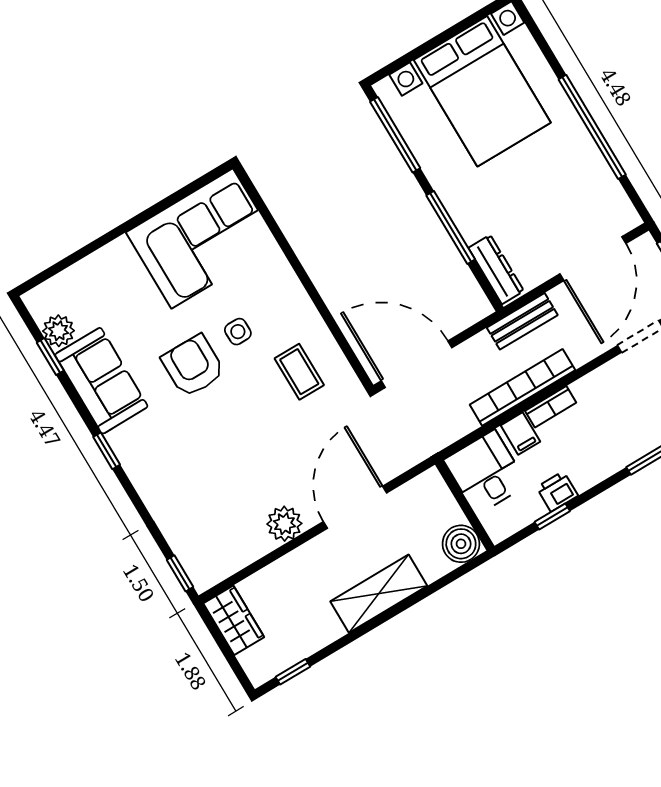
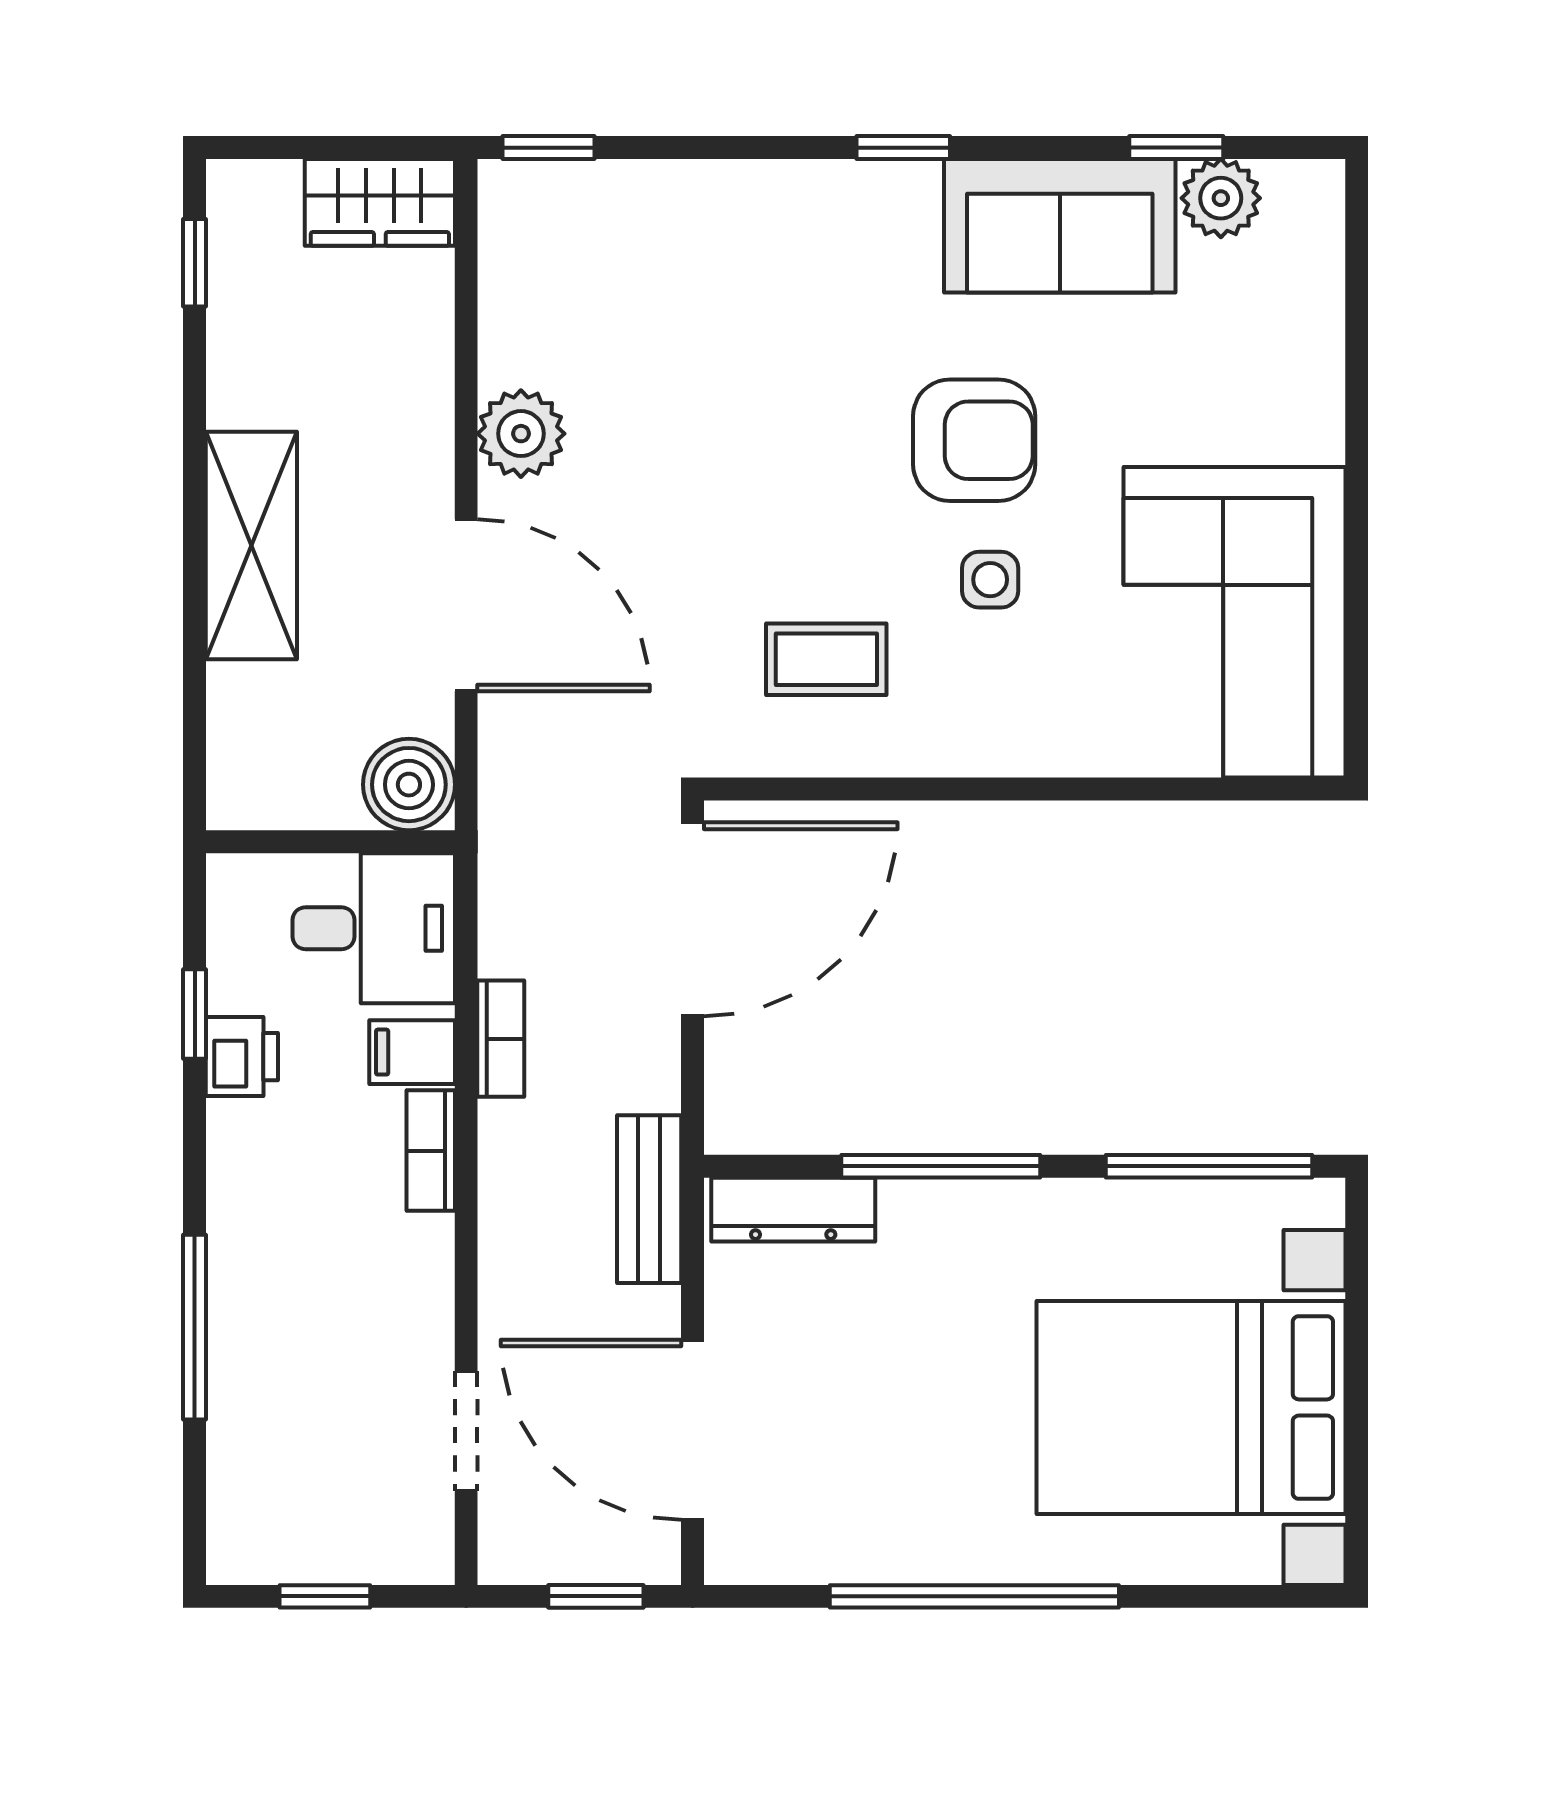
bookcase: (522, 387) -> (501, 1039), width x0.43, depth x0.76
boiler: (461, 544) -> (409, 785), moved

